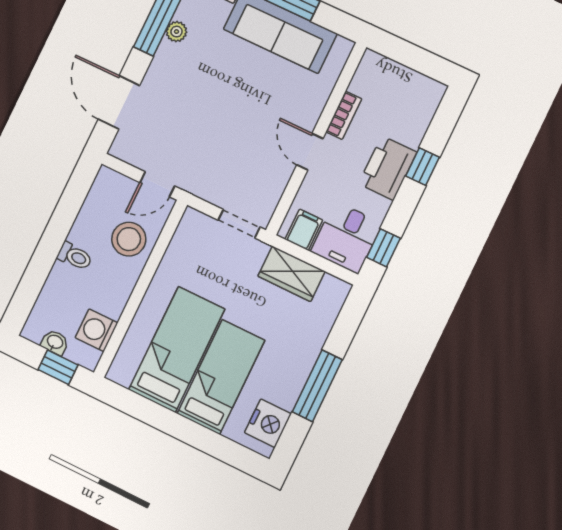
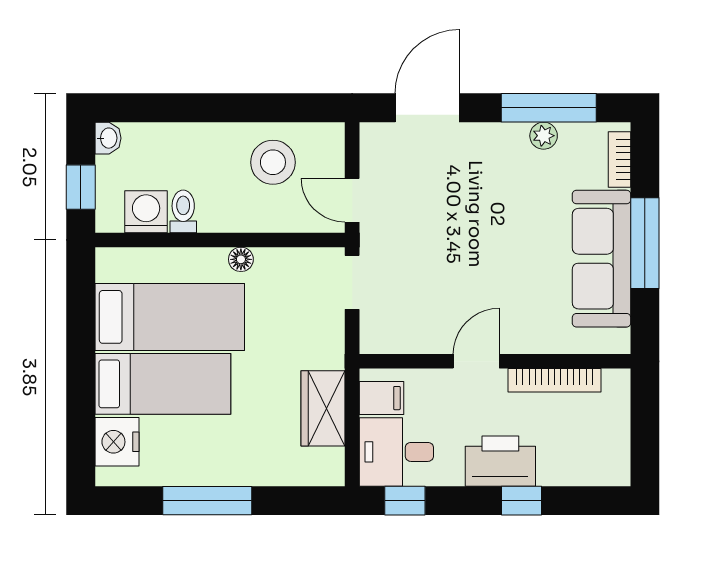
bookcase: (344, 115) -> (555, 380), width x1.56
doorway: (239, 224) -> (352, 282), moved
stool: (129, 239) -> (273, 162), moved
toilet: (75, 256) -> (183, 211), moved, turned 180
floor lamp: (161, 281) -> (241, 259), added
washbasin: (55, 342) -> (108, 138), moved
nightstand: (268, 423) -> (117, 442), moved, turned 90

